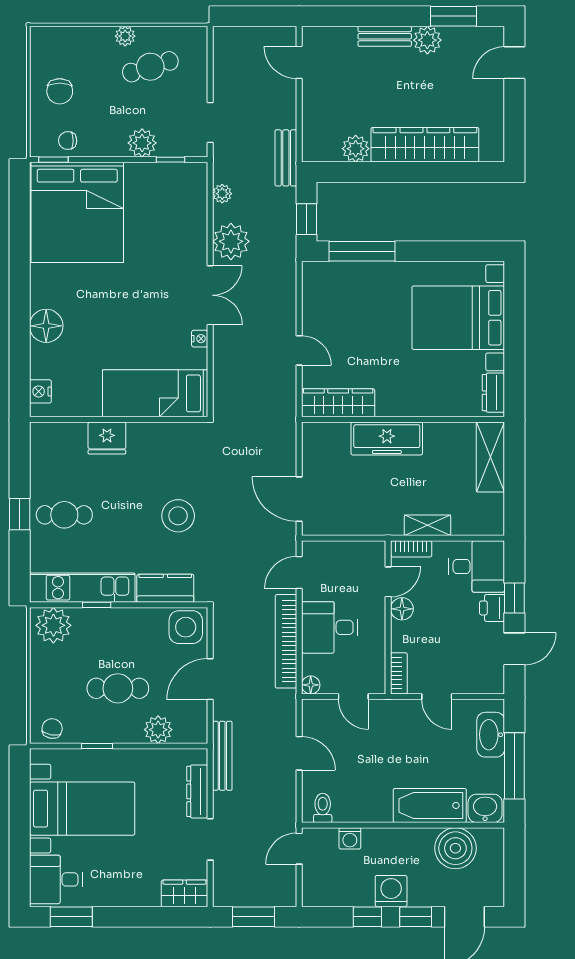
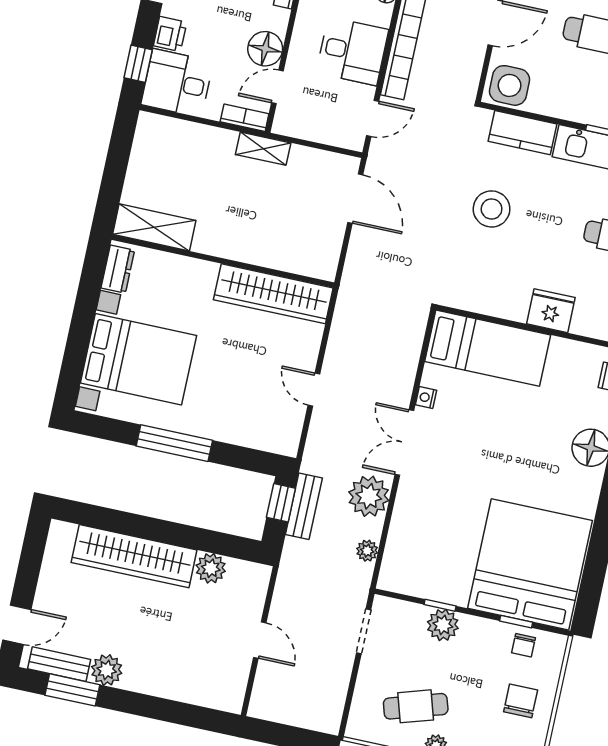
bench: (385, 36) -> (59, 664), moved
door: (299, 62) -> (260, 640), moved
chair: (68, 141) -> (524, 645), turned 90
bench: (286, 158) -> (304, 506), moved
window: (53, 160) -> (516, 622), moved
window: (171, 160) -> (440, 605), moved
window: (362, 251) -> (174, 443), moved
door: (299, 350) -> (314, 390), moved
wardrobe: (338, 403) -> (273, 294), width x1.40, depth x1.17
freezer: (387, 438) -> (245, 244), removed
shelving: (490, 457) -> (154, 227), moved, turned 90
shelving: (427, 525) -> (263, 149), moved
window: (514, 598) -> (138, 64), moved
floor lamp: (402, 609) -> (265, 49), width x1.38, depth x1.38

